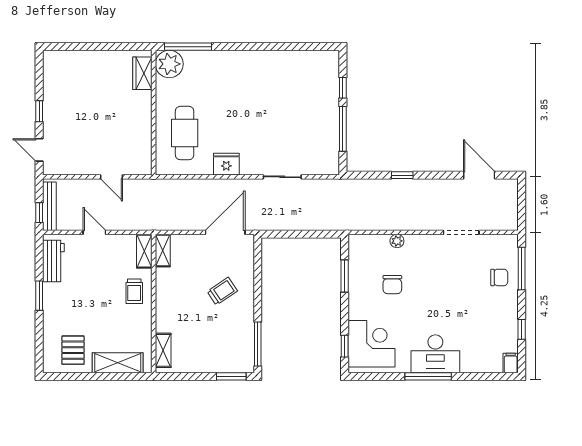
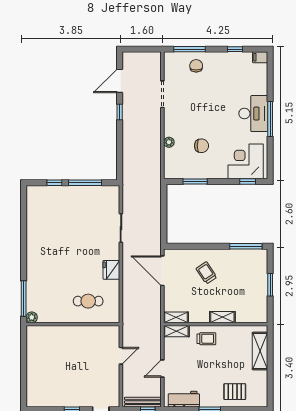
plant: (169, 64) -> (32, 317), width x0.53, depth x0.53
wardrobe: (142, 73) -> (44, 333), removed
cafe table: (185, 133) -> (88, 301), width x0.73, depth x0.74
window: (402, 175) -> (120, 112), moved
pallet: (73, 350) -> (235, 392), moved
shelving: (163, 350) -> (222, 317), moved
window: (231, 376) -> (270, 285), moved

